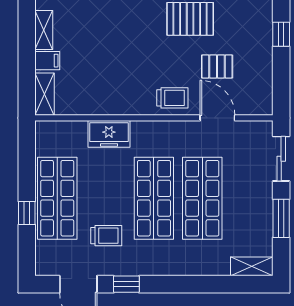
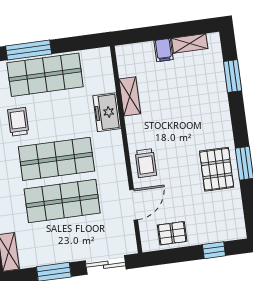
pallet: (217, 66) -> (172, 233), moved, turned 90
shelving: (45, 94) -> (130, 96), moved, turned 90
window: (27, 213) -> (29, 50), width x2.17
trolley: (106, 236) -> (18, 122), turned 180

